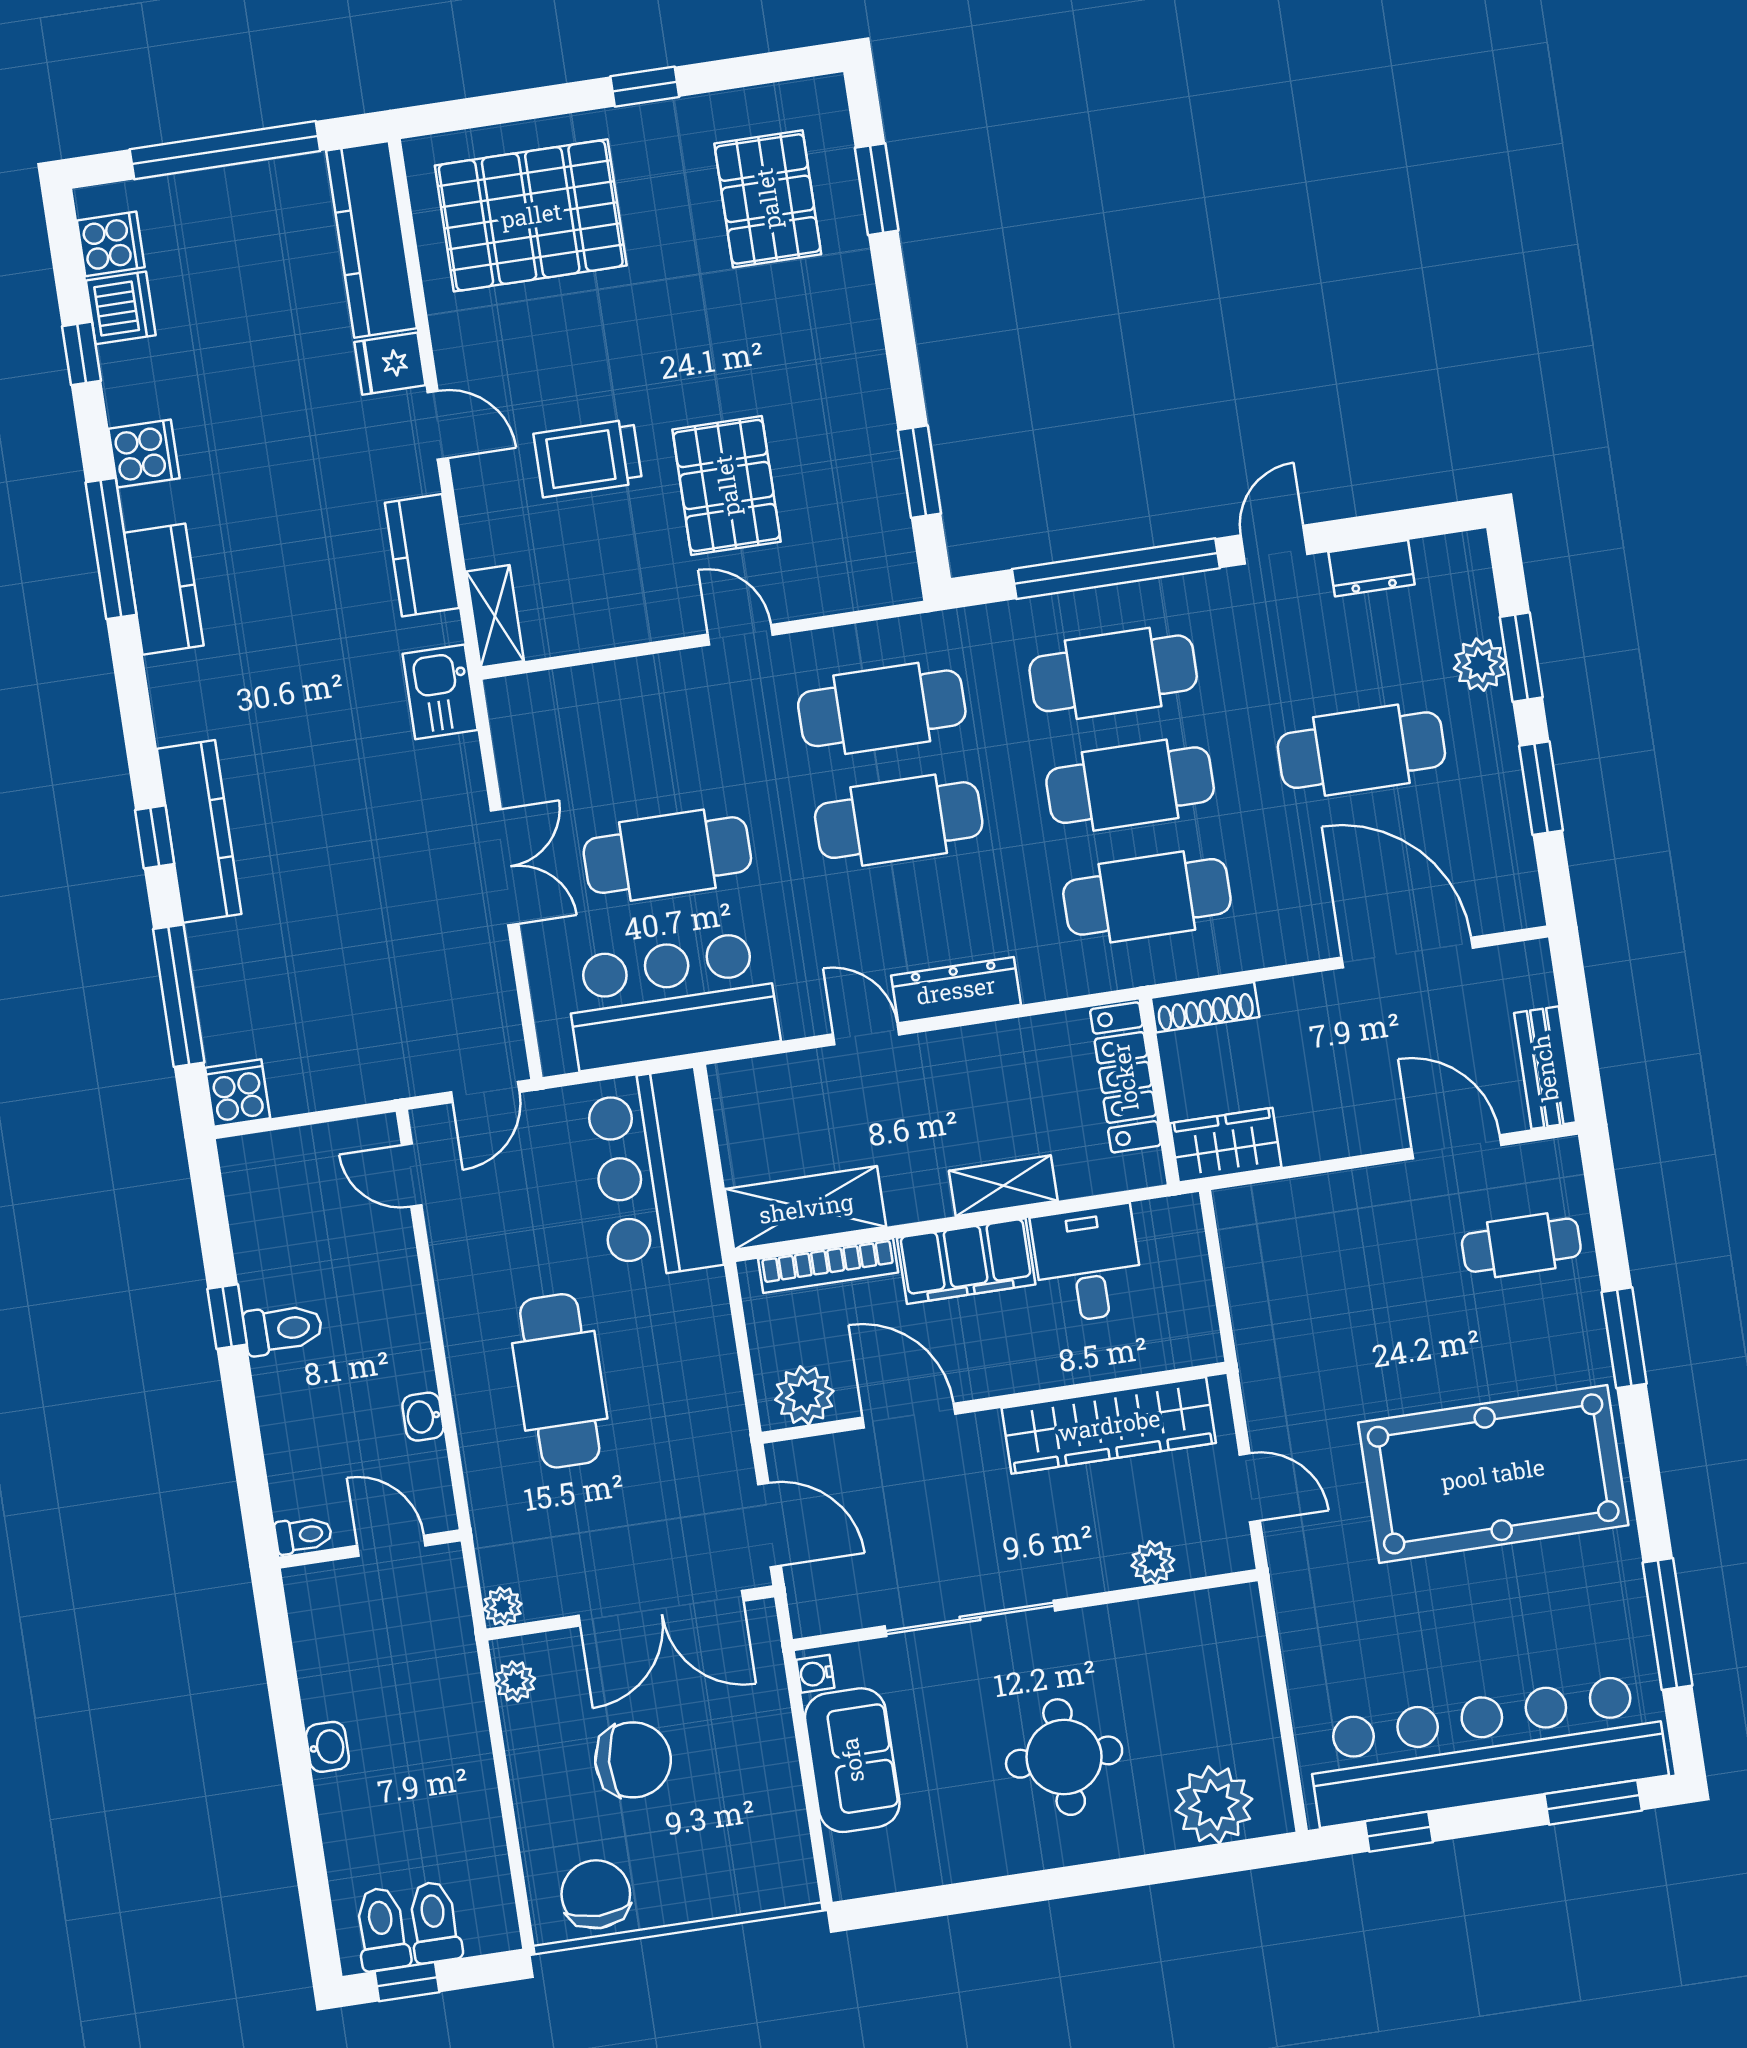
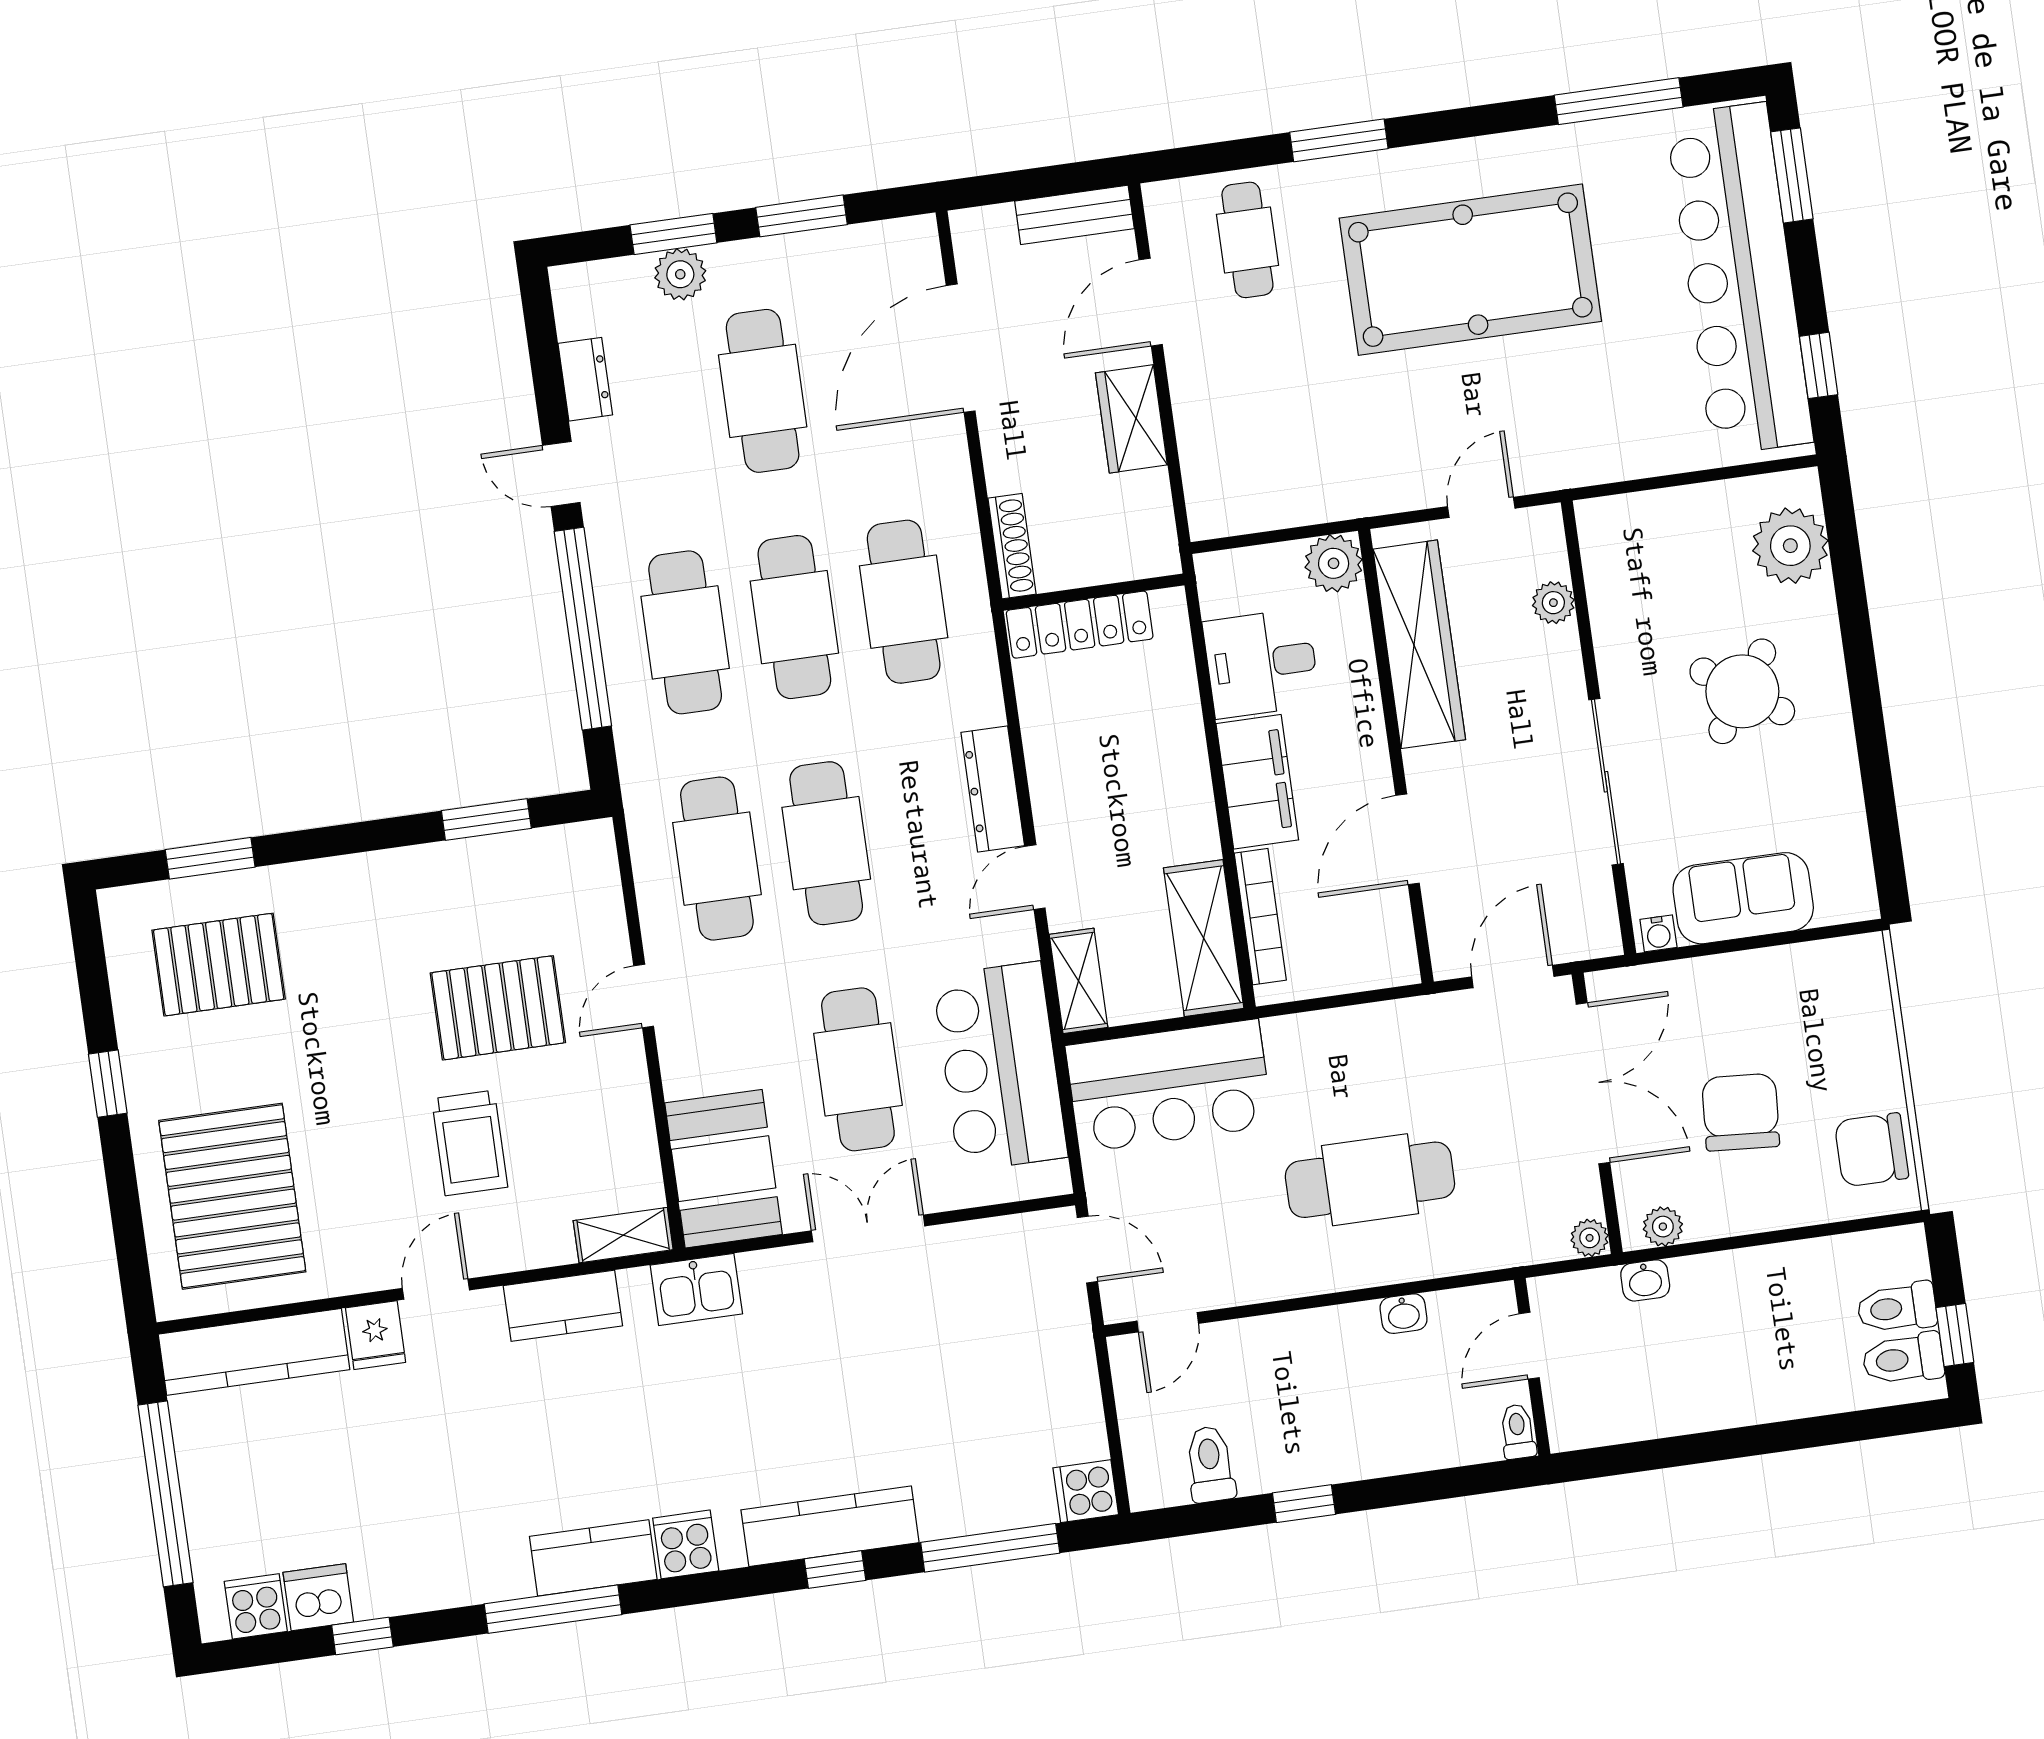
cooker: (144, 453) -> (686, 1544), moved
booth: (564, 718) -> (724, 1169), added
wardrobe: (1226, 1145) -> (1131, 419), moved
shelving: (1003, 1186) -> (1078, 981), moved
toilet: (283, 1329) -> (1210, 1464), moved
plant: (804, 1395) -> (1334, 563), moved
pool table: (1493, 1474) -> (1470, 270), turned 90
washbasin: (327, 1747) -> (1645, 1280), moved, turned 180
round table: (1064, 1757) -> (1742, 691), turned 35

